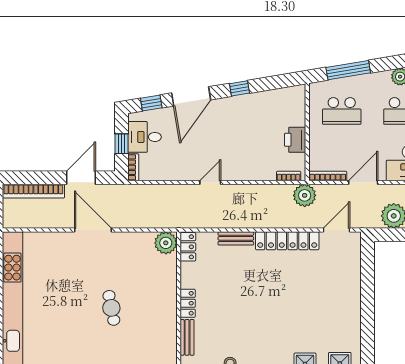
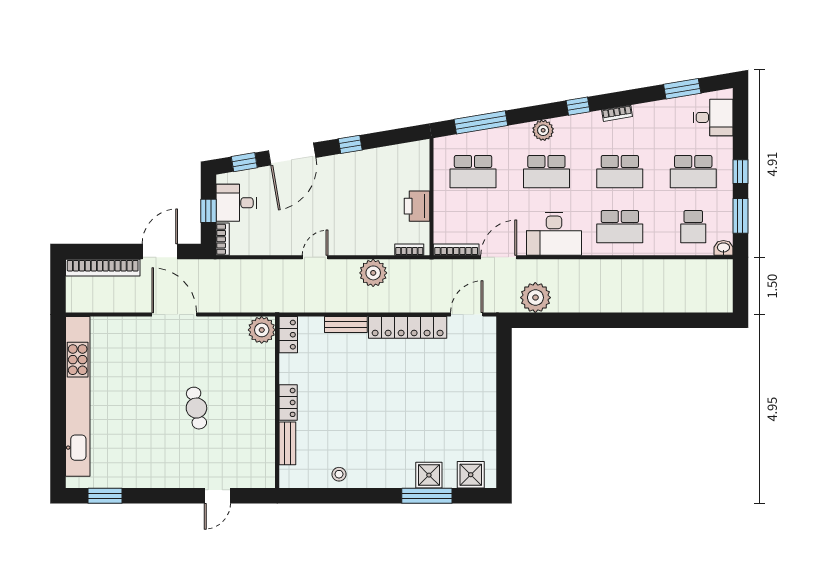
plant: (305, 195) -> (373, 273), moved

